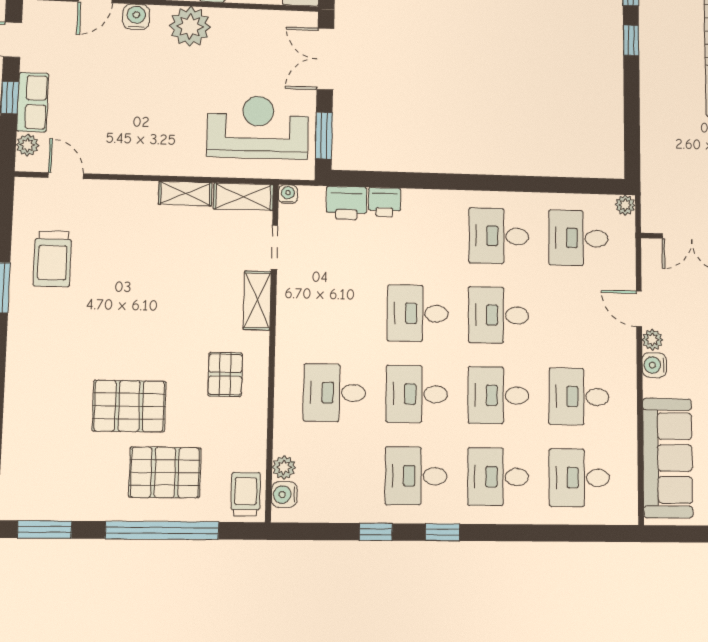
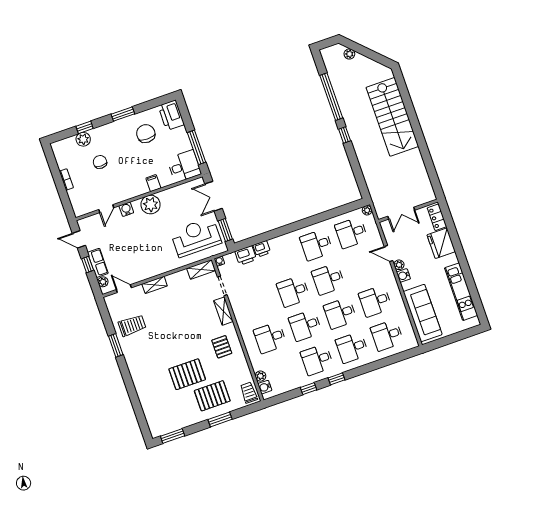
shelving: (185, 194) -> (155, 285), moved
trolley: (52, 259) -> (132, 325), turned -90
window: (162, 530) -> (220, 419), width x0.47

